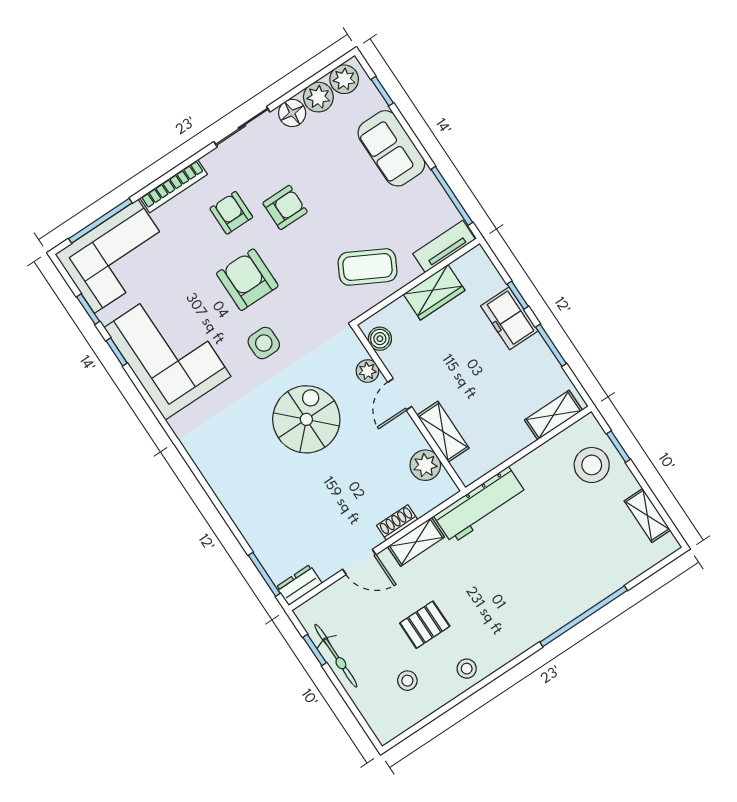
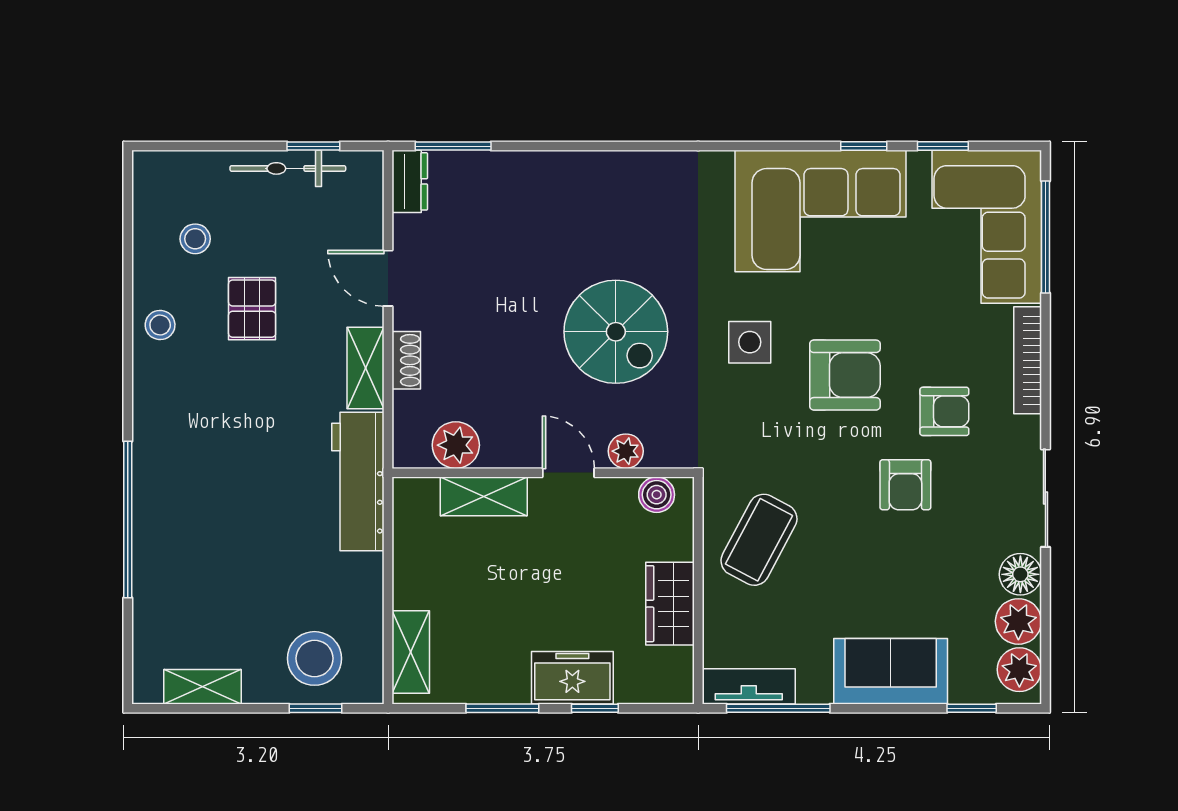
tv unit: (444, 246) -> (749, 686), moved, turned -90
door: (359, 562) -> (388, 278), hinge flipped

